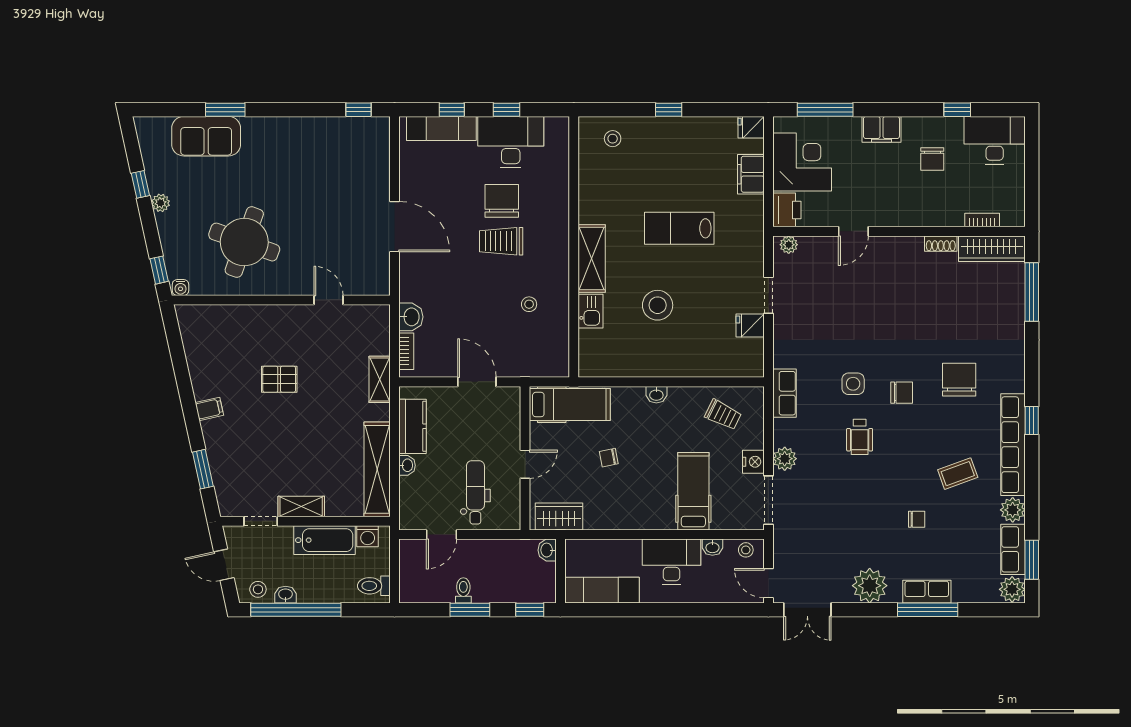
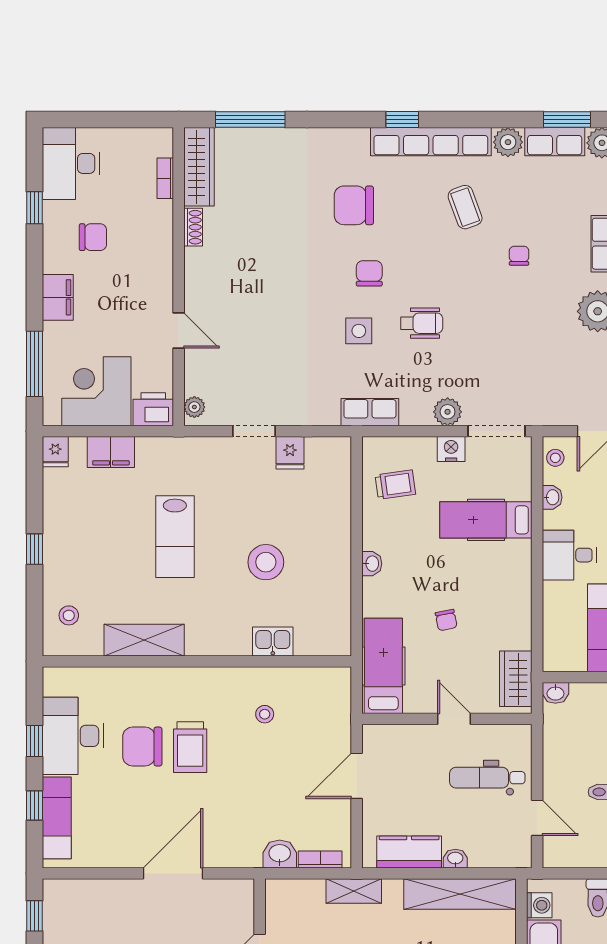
shelving: (592, 259) -> (144, 640), moved
trolley: (723, 415) -> (395, 485), turned 56
desk: (672, 562) -> (569, 555), width x0.73

